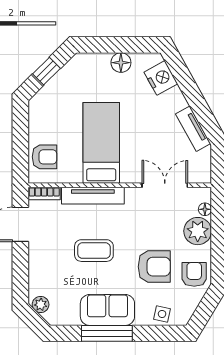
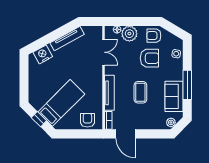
floor lamp: (121, 63) -> (34, 77), removed
tv unit: (193, 129) -> (67, 39), width x1.41
bed: (101, 143) -> (61, 103), moved, turned 135
double door: (165, 185) -> (103, 52), swing flipped
armchair: (154, 267) -> (149, 58), turned 90
sofa: (107, 310) -> (174, 96), moved

